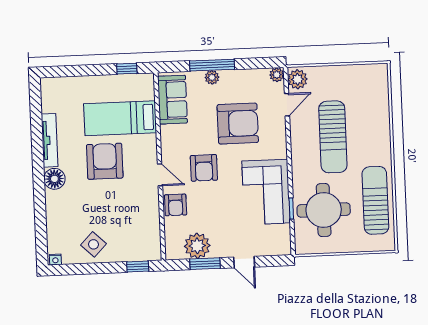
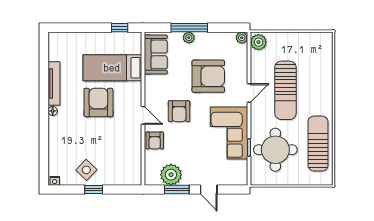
door: (287, 105) -> (249, 93), moved
floor lamp: (54, 179) -> (53, 111), width x0.53, depth x0.53
window: (138, 267) -> (94, 189), moved

